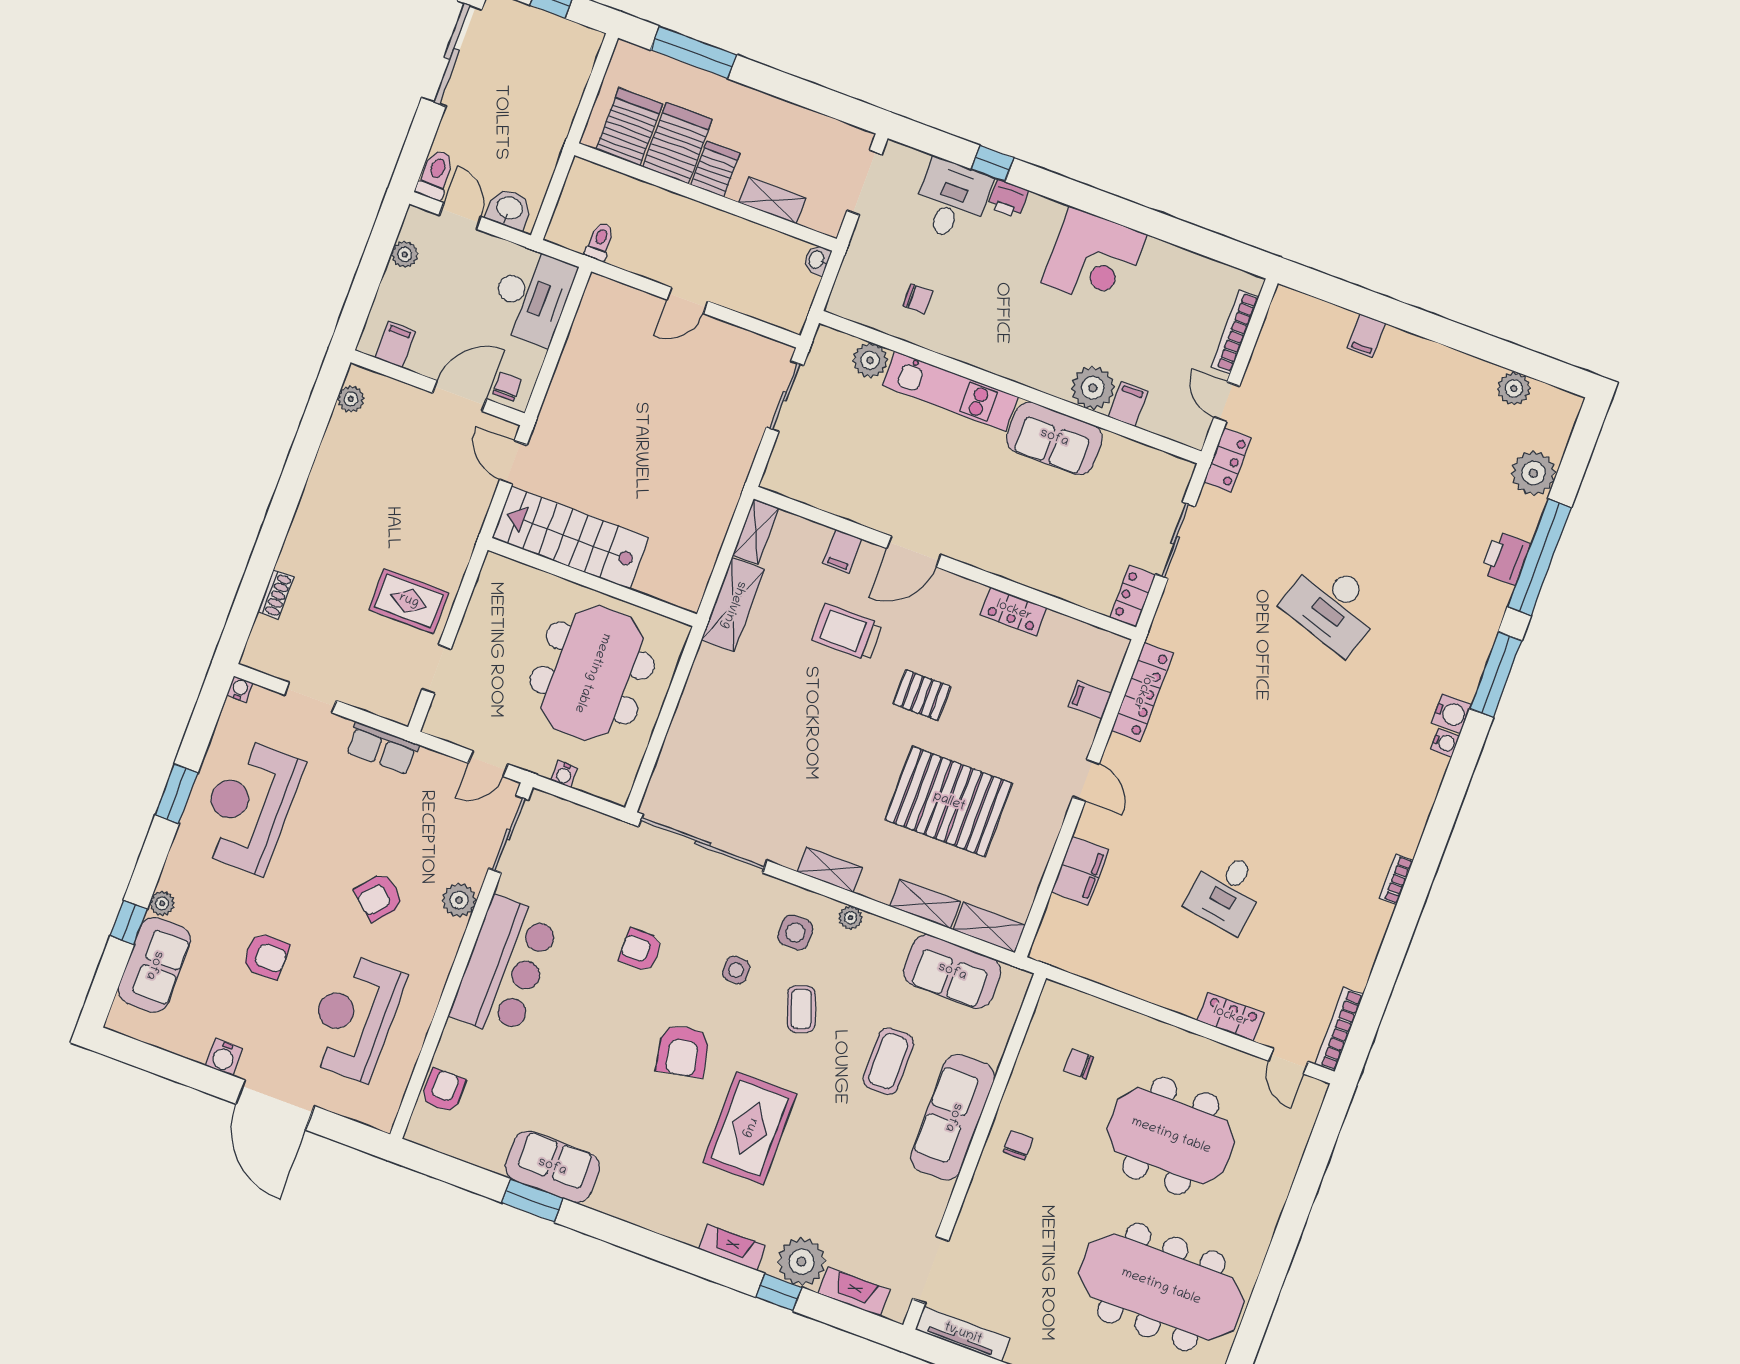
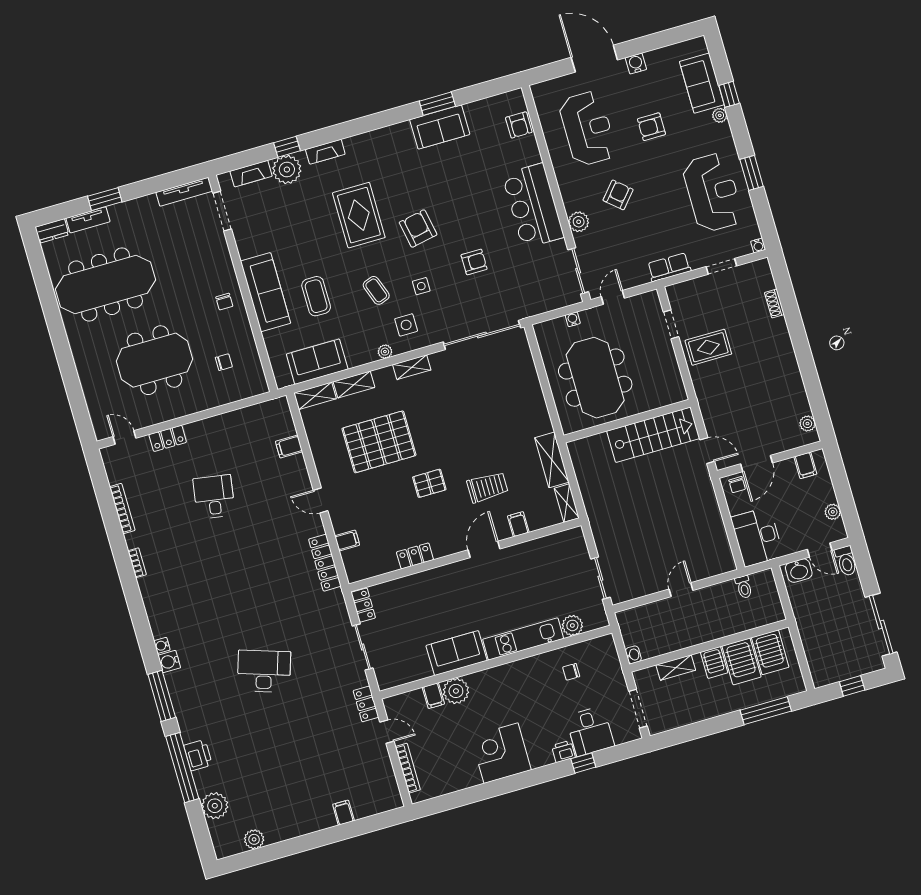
filing cabinet: (1080, 871) -> (289, 447), width x0.50
bookcase: (1339, 1029) -> (122, 509), moved

